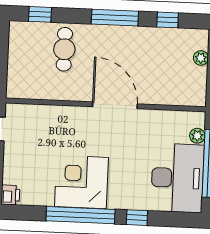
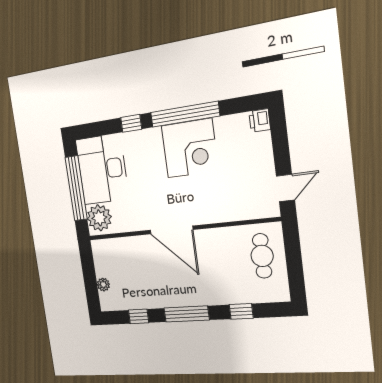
window: (40, 14) -> (241, 311), moved
cafe table: (64, 49) -> (262, 256), moved
plant: (197, 136) -> (99, 218), width x1.88, depth x1.88

